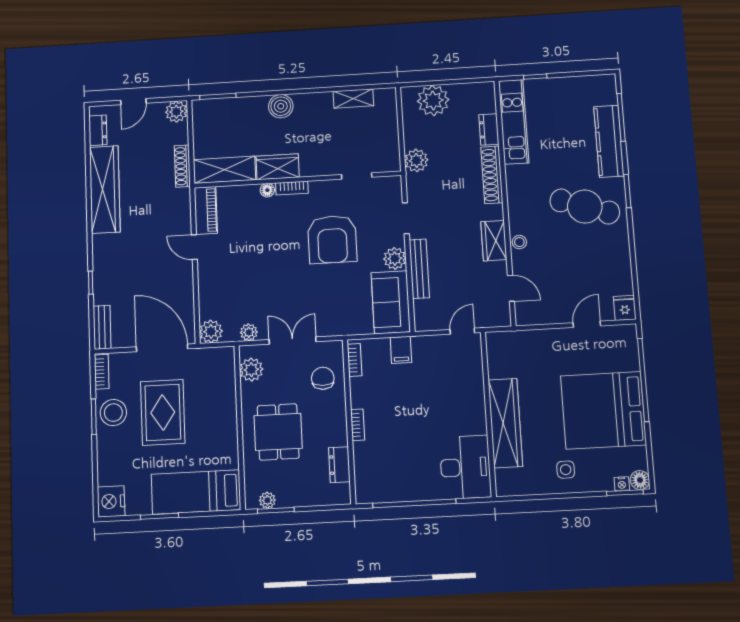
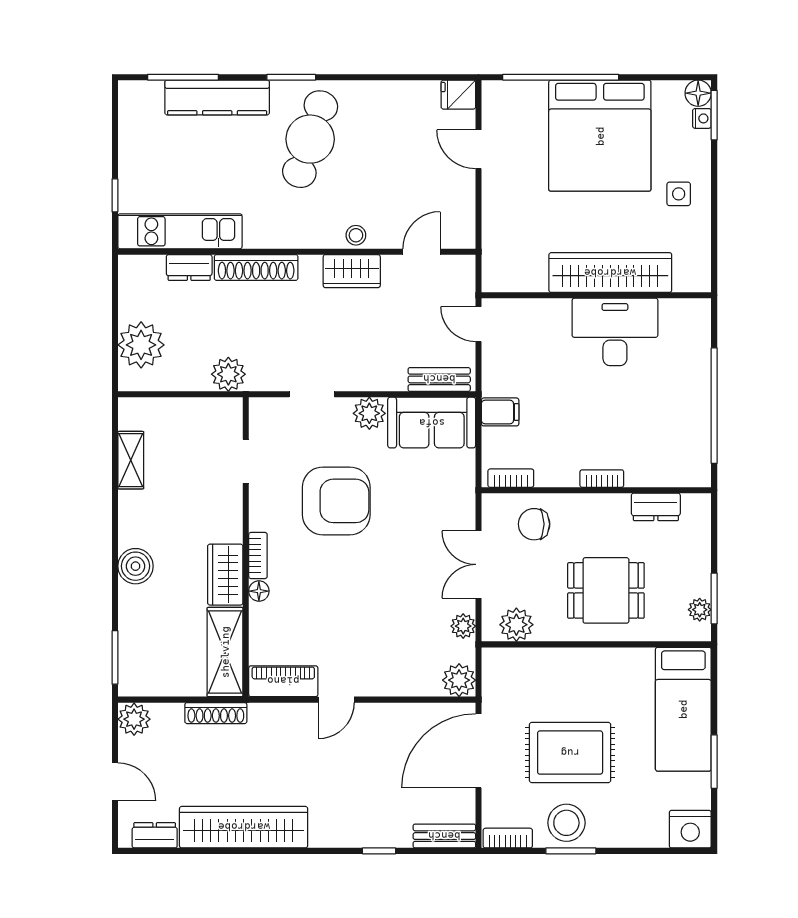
bench: (419, 269) -> (439, 379), moved, width x0.73
desk: (465, 467) -> (615, 332), moved

